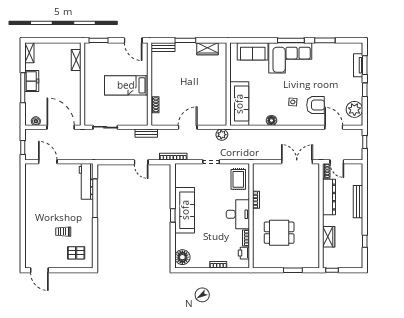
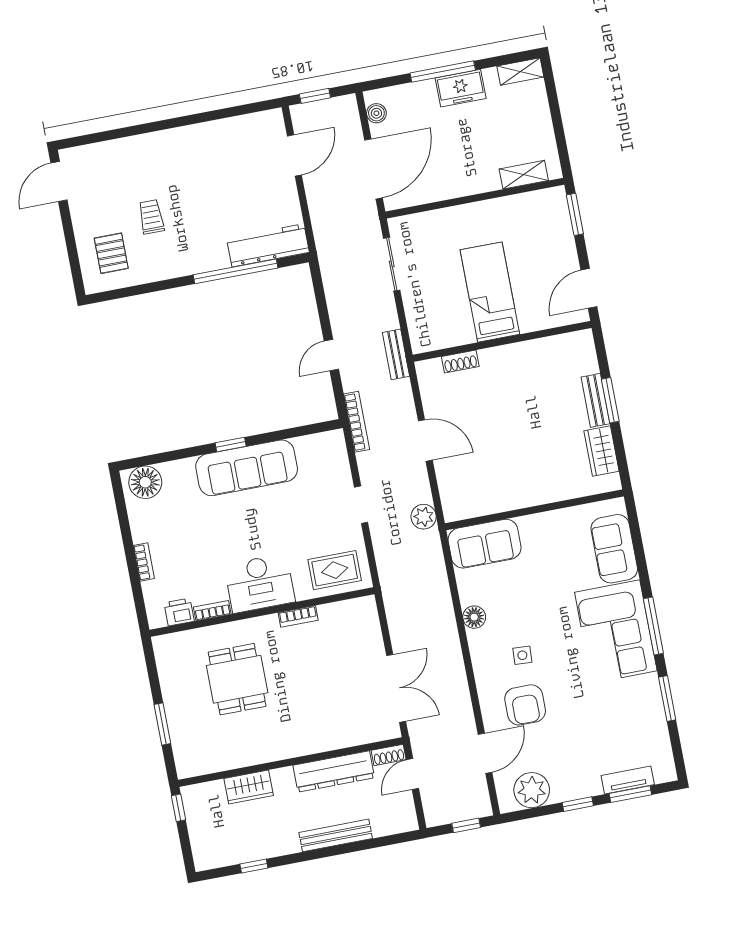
bench: (163, 47) -> (596, 400), moved
sofa: (239, 104) -> (485, 544), width x0.73

